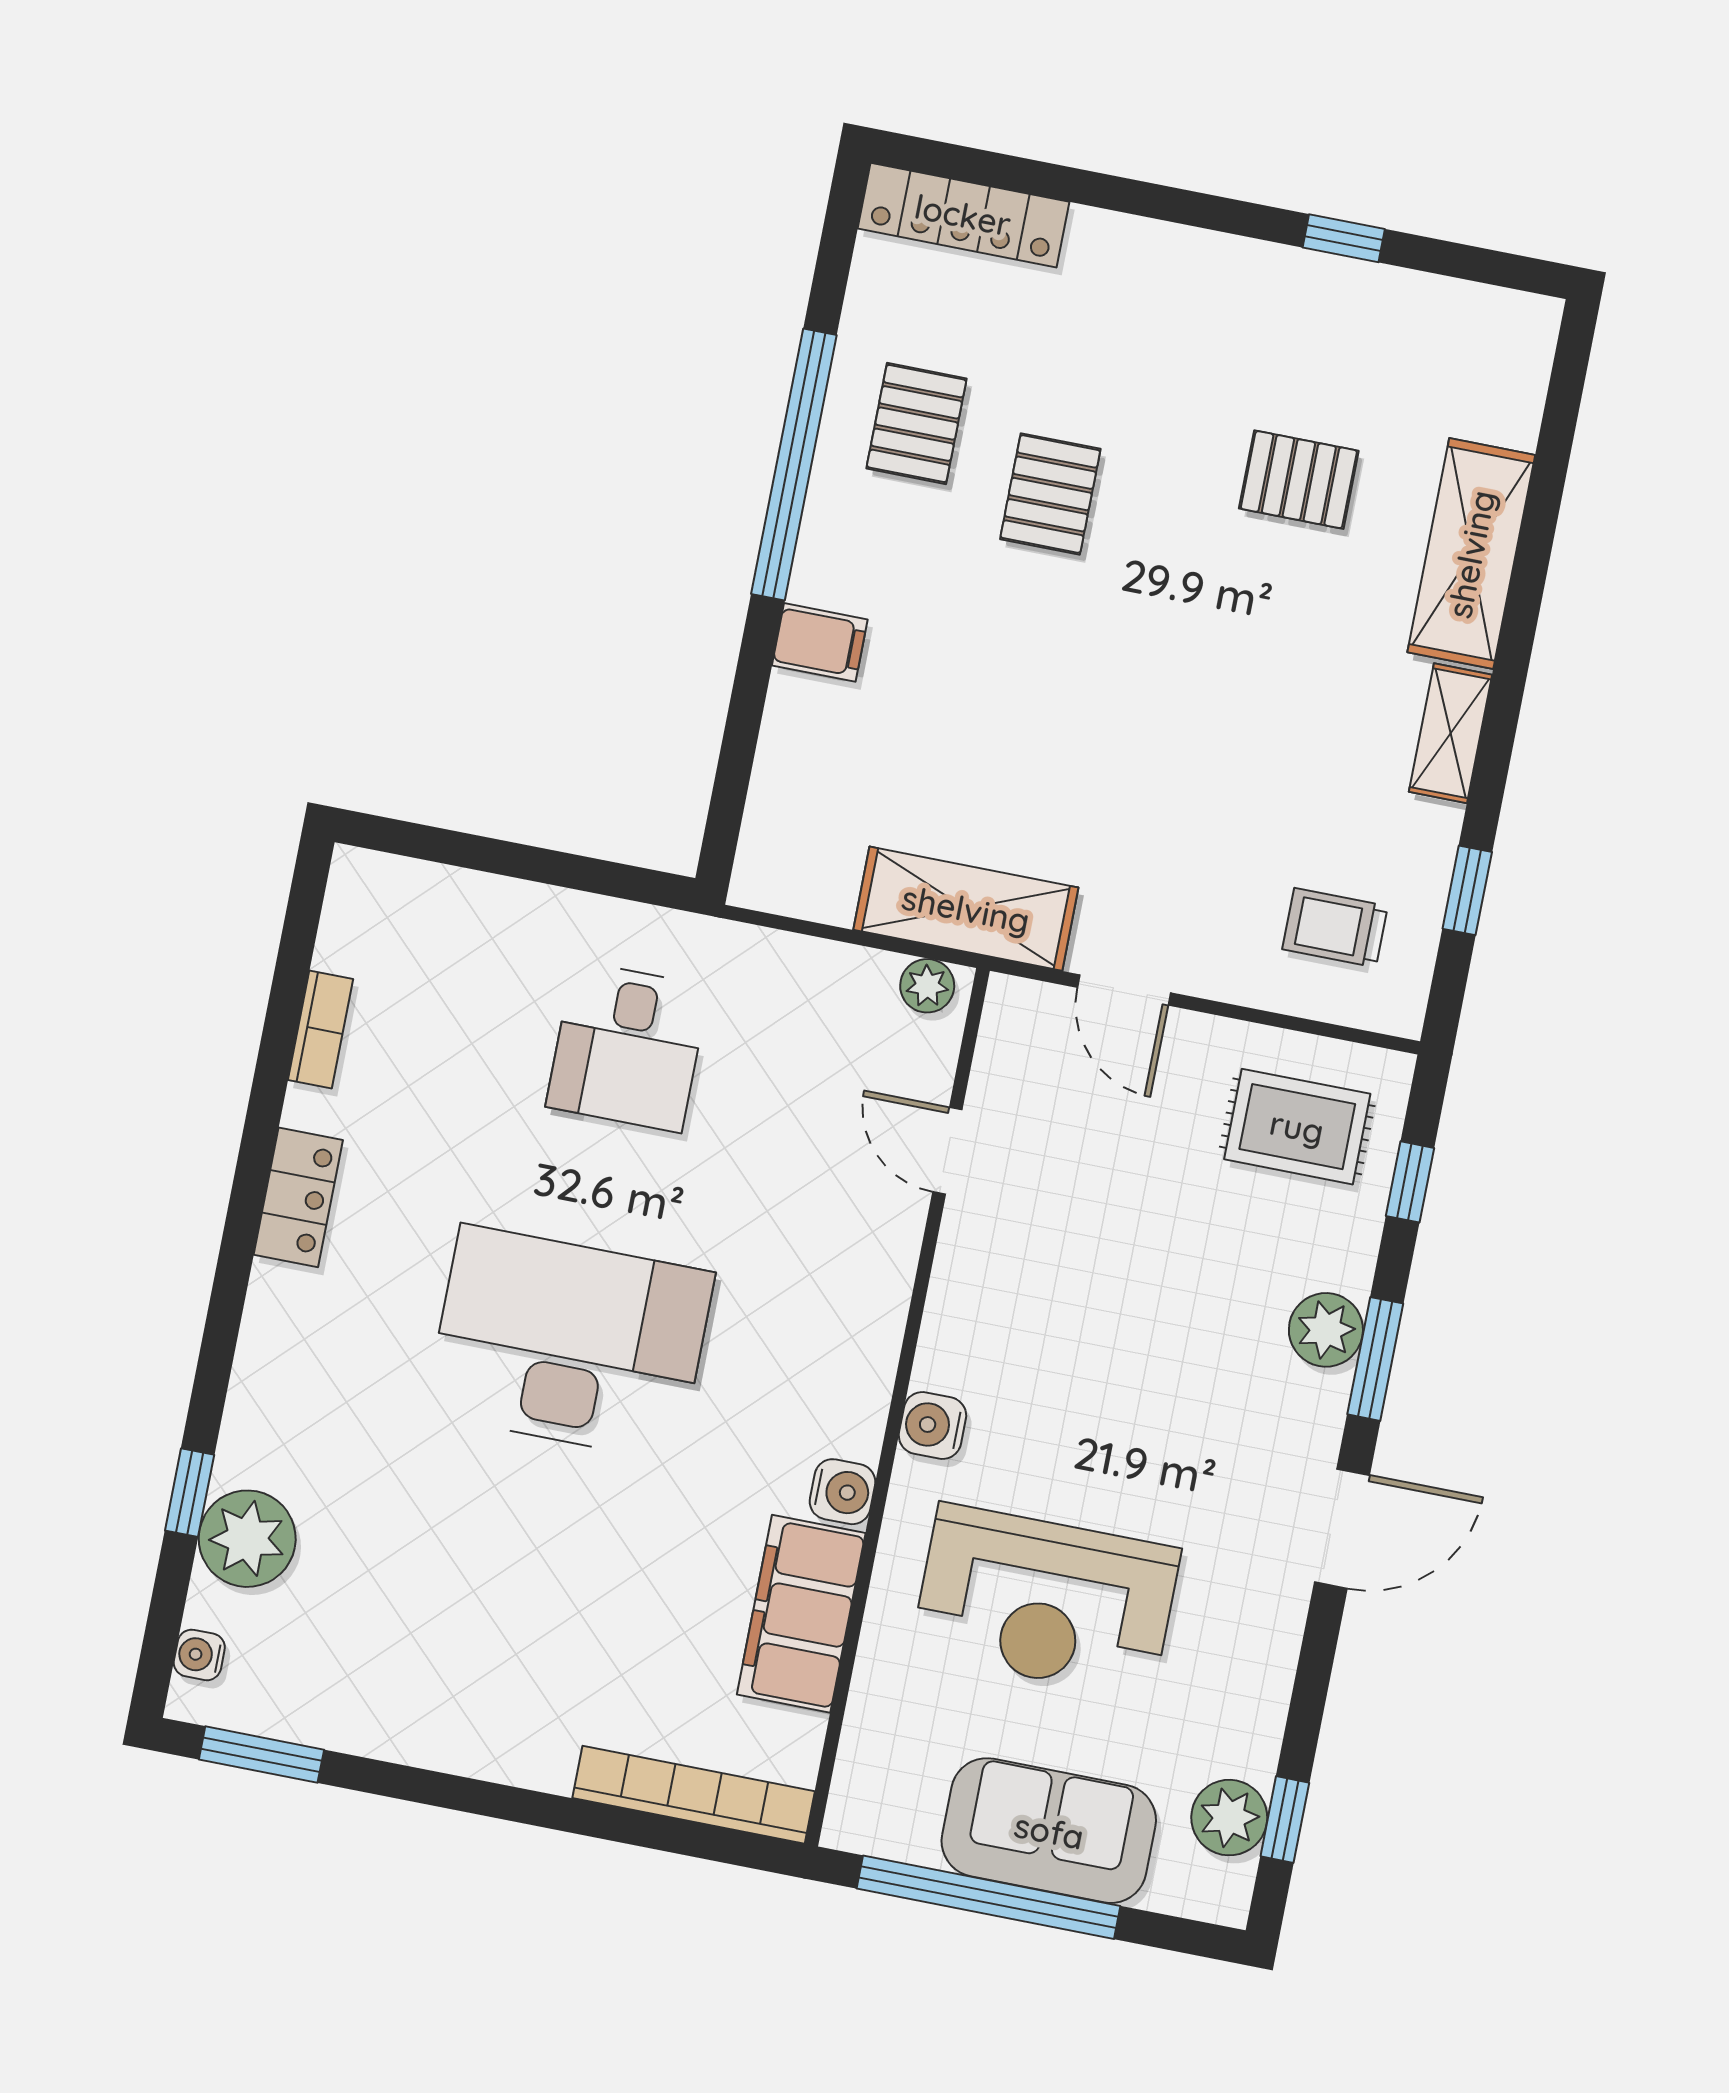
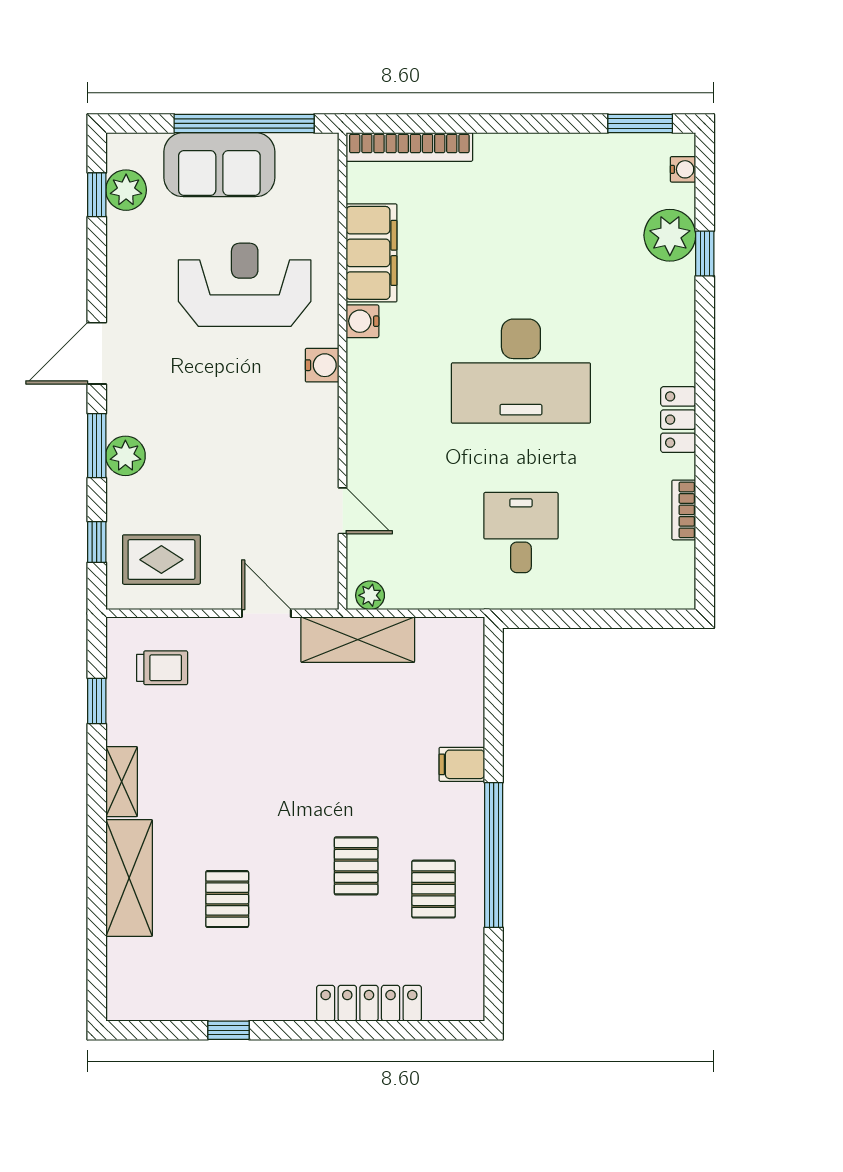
locker: (963, 215) -> (369, 1003), moved
pallet: (1299, 480) -> (227, 899), turned 90

